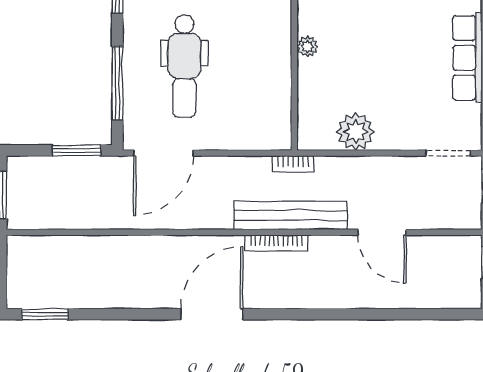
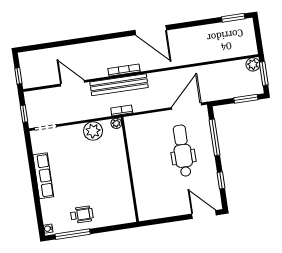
plant: (307, 47) -> (116, 123), moved
window: (76, 150) -> (246, 99), moved
plant: (20, 216) -> (253, 64), added
door: (212, 314) -> (151, 30), hinge flipped

